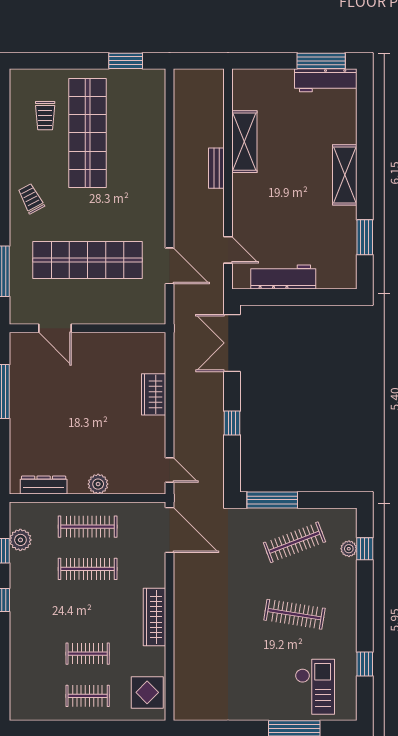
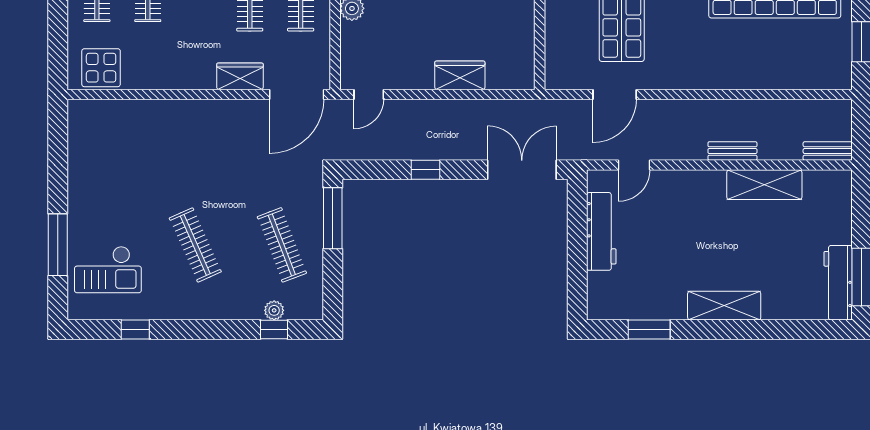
bench: (216, 89) -> (828, 151), added
clothes rail: (294, 614) -> (195, 245), turned -33
wardrobe: (154, 617) -> (240, 76), moved, width x0.67

